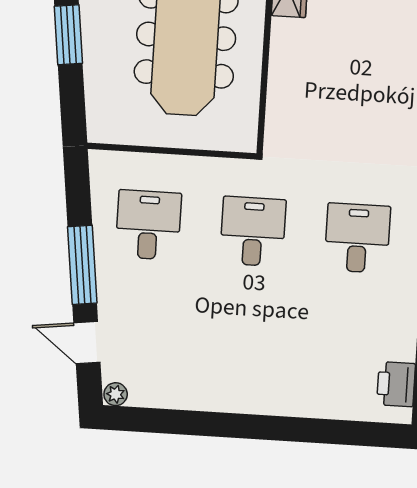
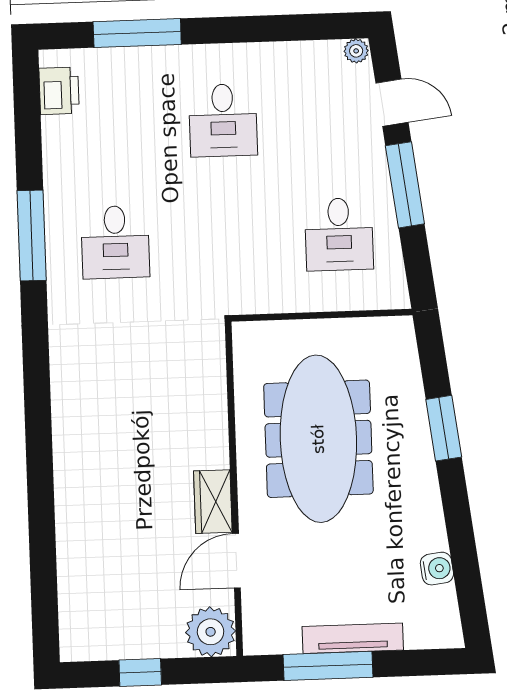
desk: (253, 231) -> (223, 120), moved
window: (318, 431) -> (137, 33), added

